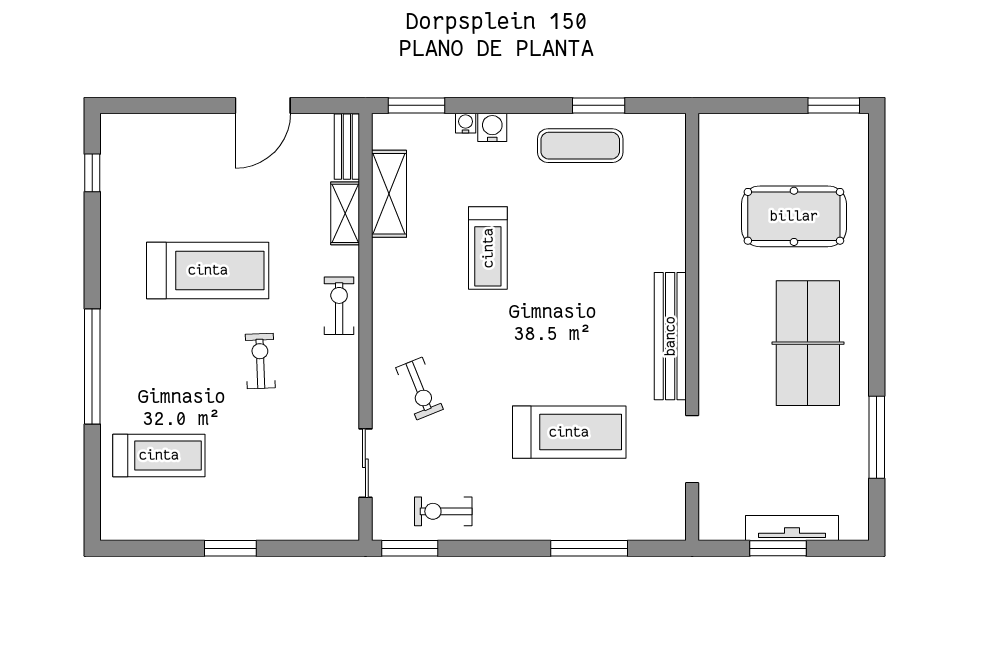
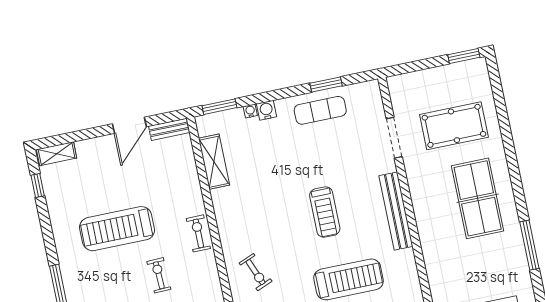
bench: (347, 147) -> (169, 129), moved, turned 90
shelving: (345, 213) -> (57, 154), moved, turned 90
treadmill: (488, 248) -> (325, 212), moved
treadmill: (208, 270) -> (117, 229), turned 180
doorway: (692, 449) -> (394, 138), moved

